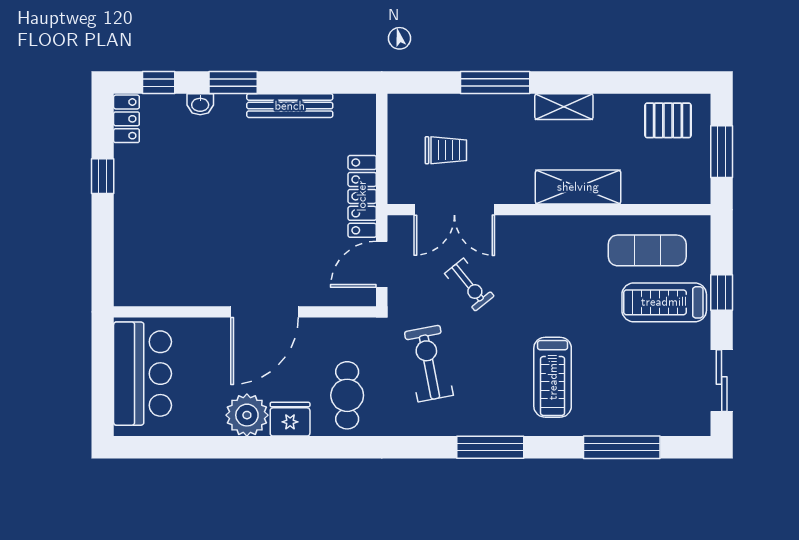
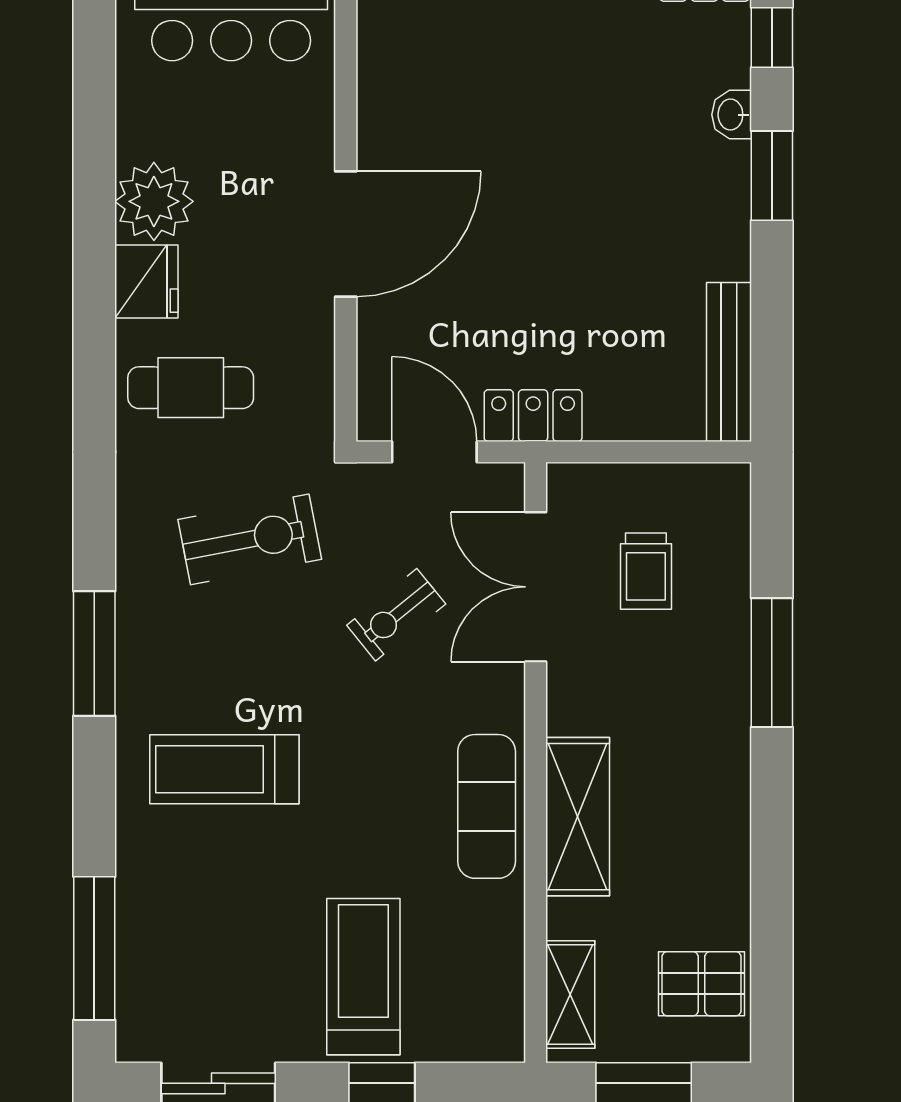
bench: (290, 106) -> (729, 362), moved
shelving: (564, 107) -> (570, 995), moved
pallet: (668, 120) -> (701, 984), turned 90
locker: (362, 196) -> (533, 416), width x0.66
exercise mat: (647, 250) -> (487, 806), moved
door: (264, 312) -> (346, 234), swing flipped
window: (622, 447) -> (94, 948), moved

